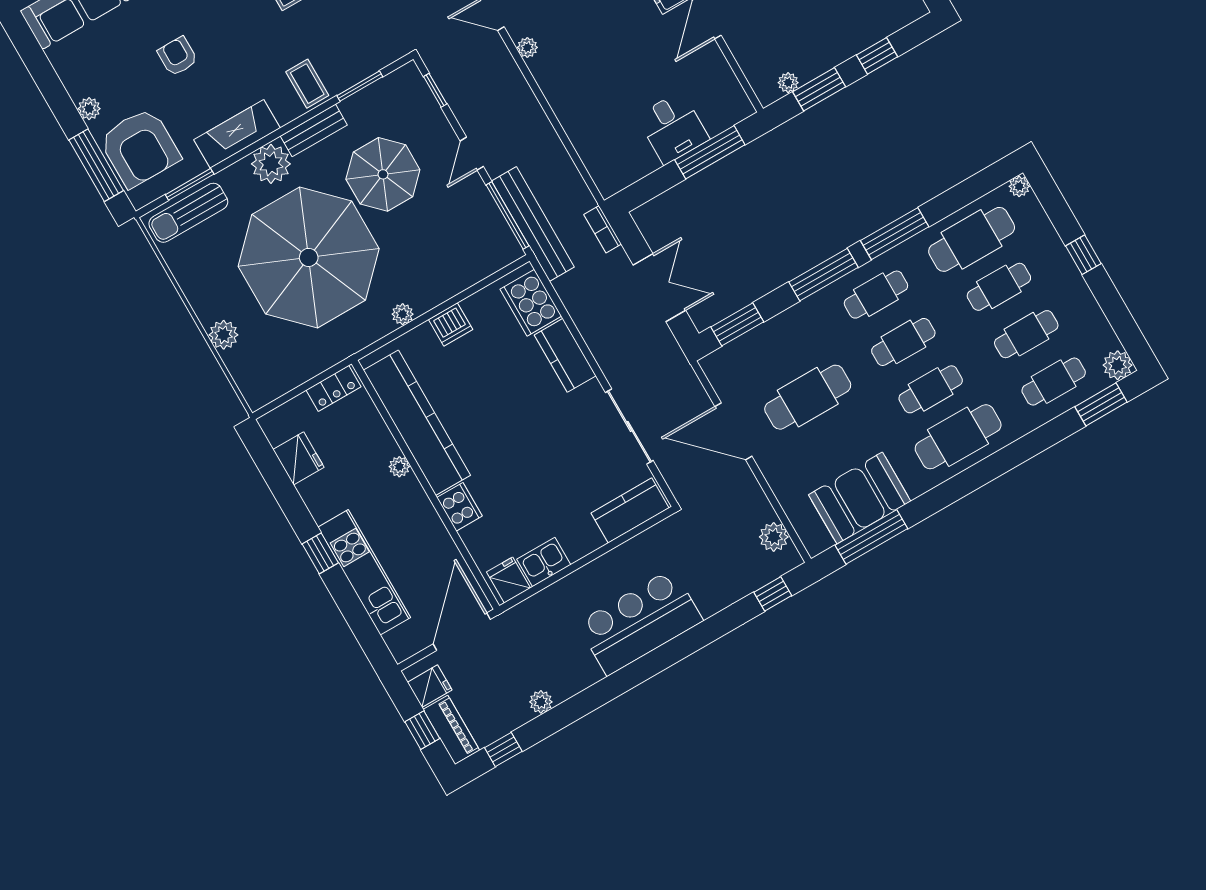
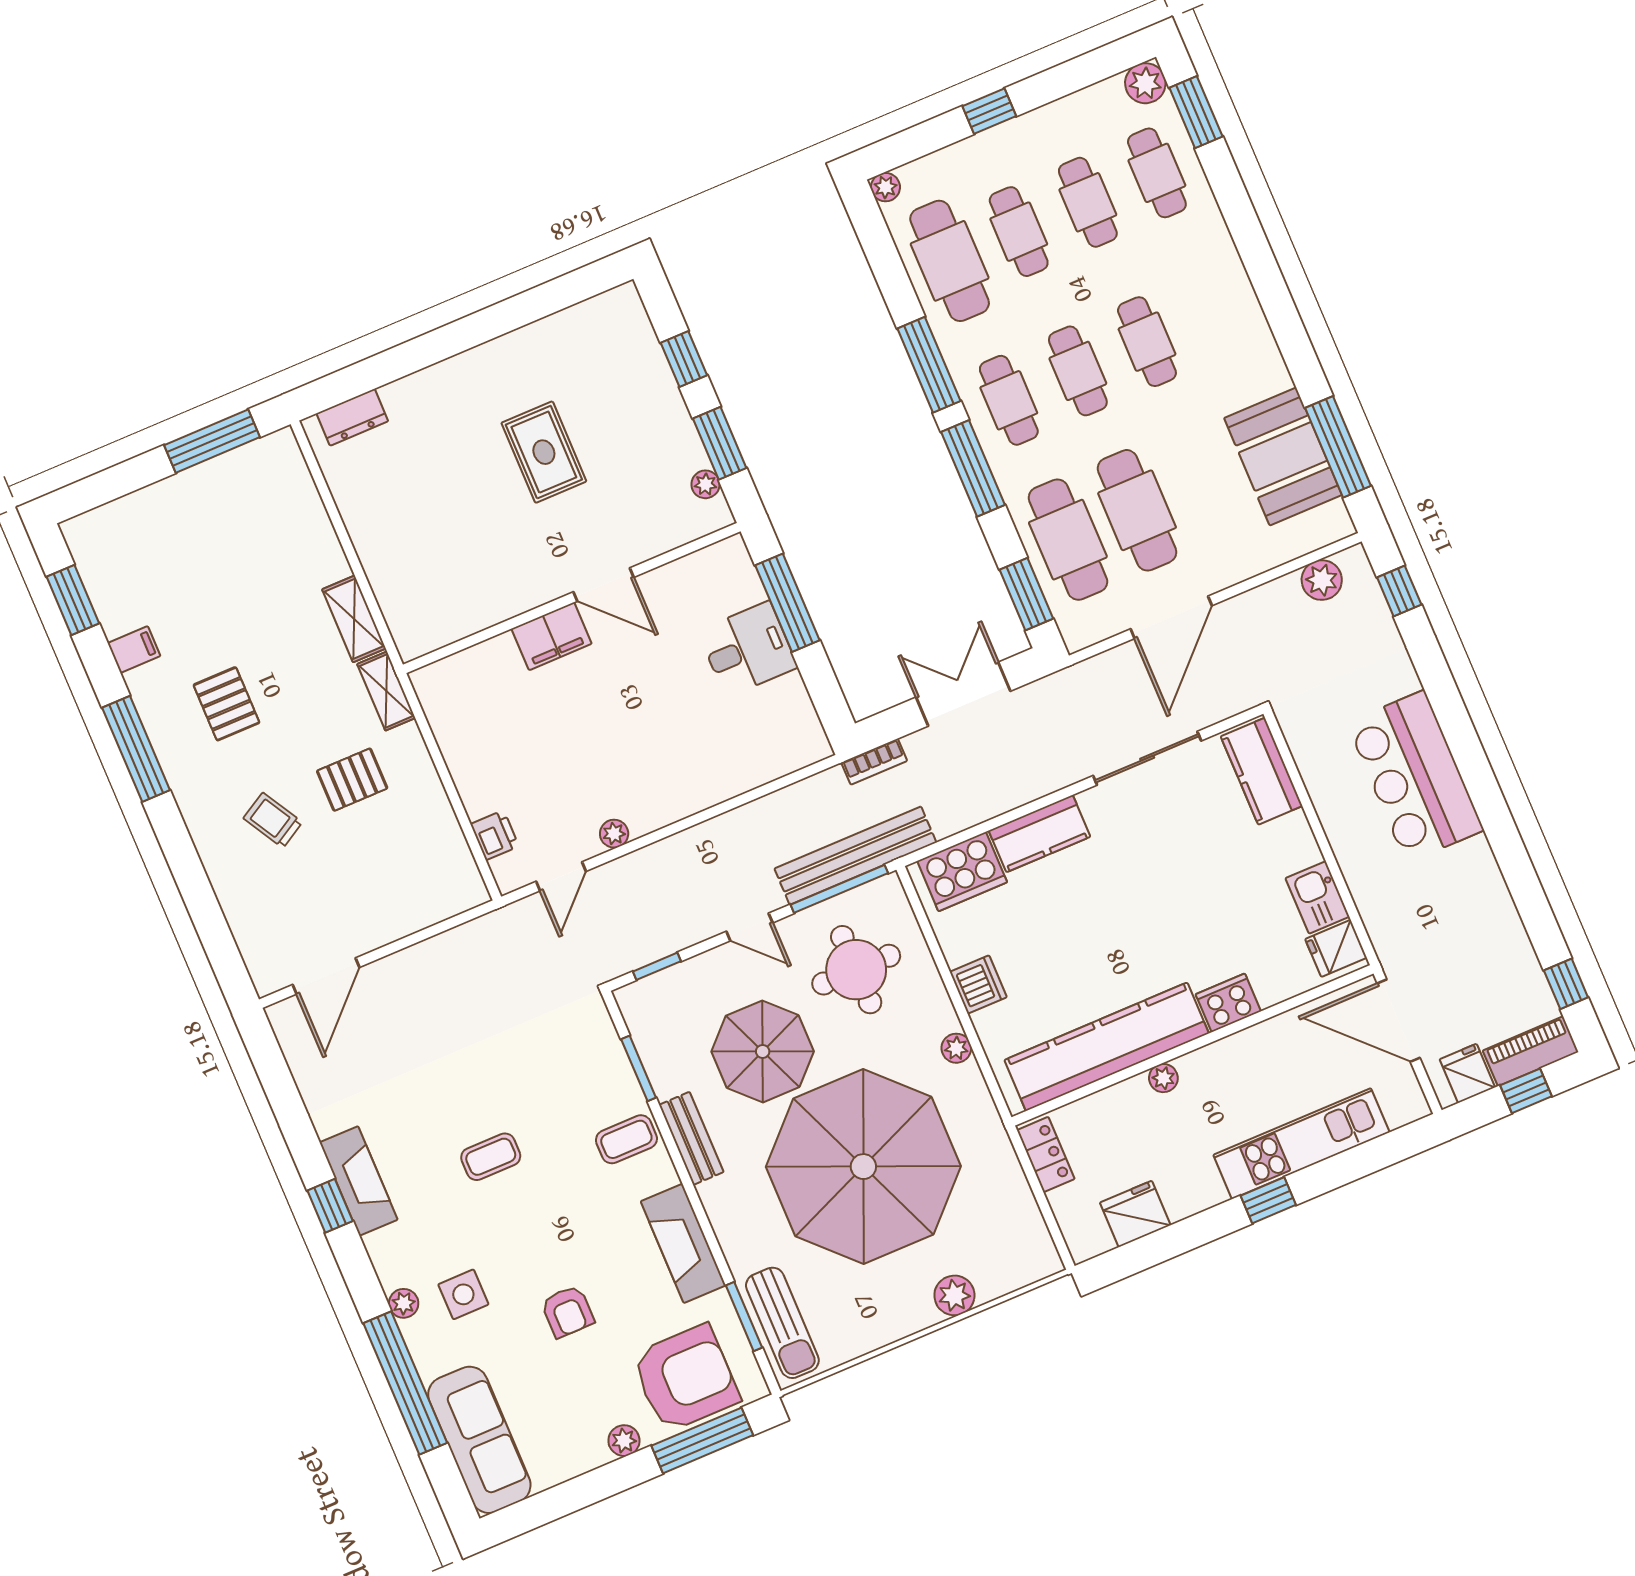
armchair: (178, 56) -> (568, 1311), turned -90
plant: (271, 164) -> (730, 1202), removed
round table: (450, 235) -> (856, 970), added
cafe table: (958, 437) -> (1068, 540), moved
plant: (541, 702) -> (1507, 925), removed

